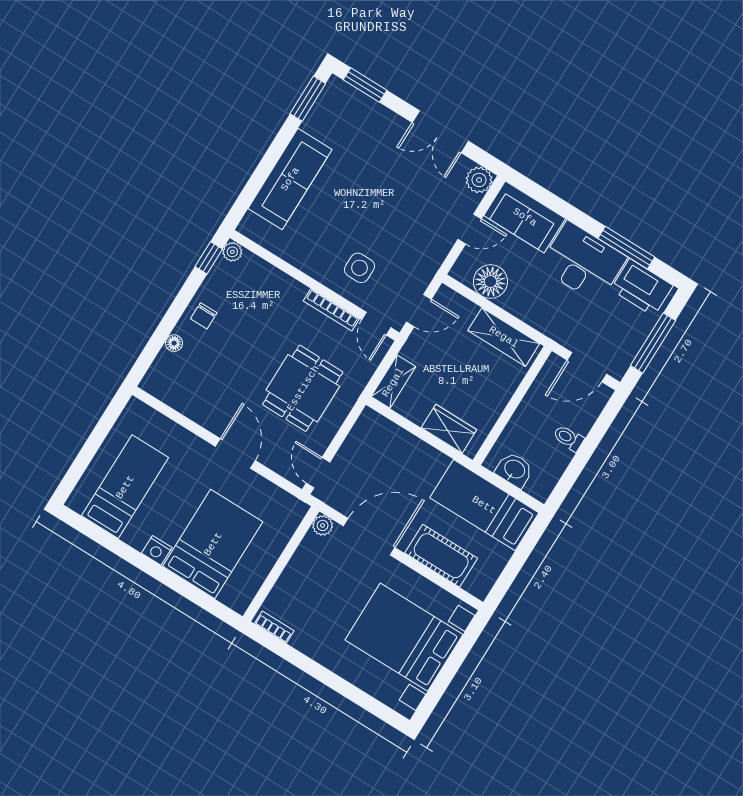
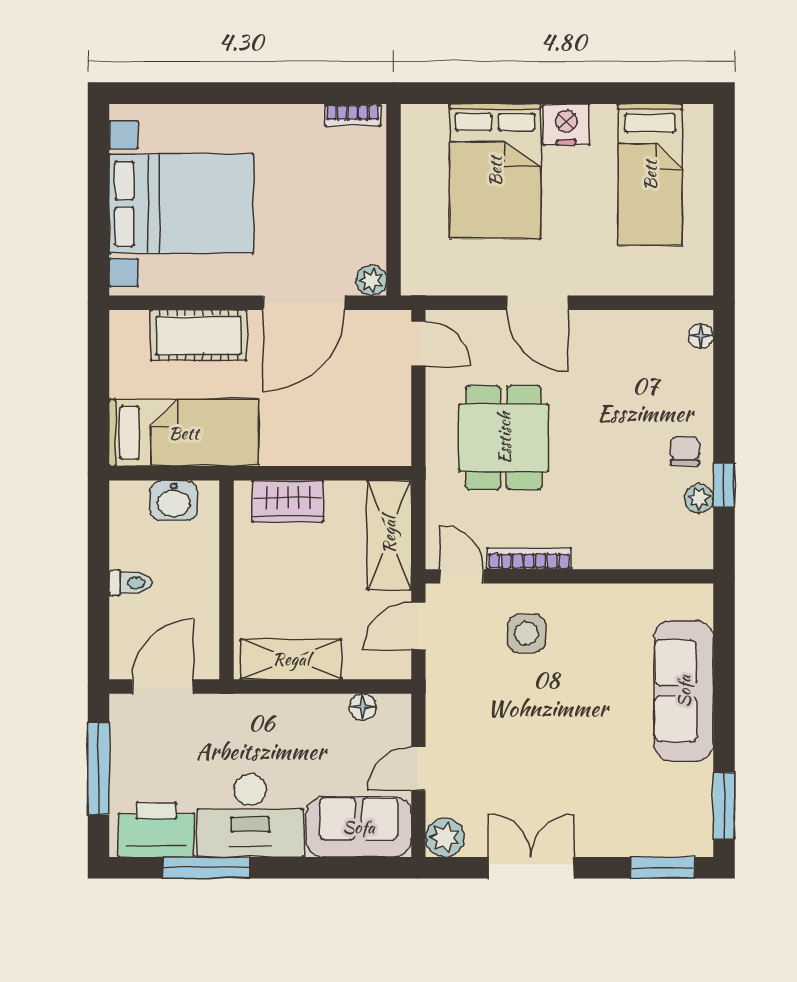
plant: (232, 252) -> (699, 498), moved
window: (209, 258) -> (724, 485), moved
floor lamp: (490, 282) -> (363, 707), width x0.53, depth x0.53
floor lamp: (174, 343) -> (701, 336), moved
shelving: (393, 382) -> (389, 535), width x1.50, depth x1.33
nightstand: (157, 550) -> (566, 124), width x1.36, depth x1.33

